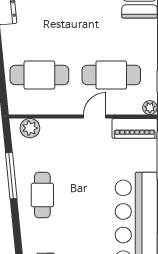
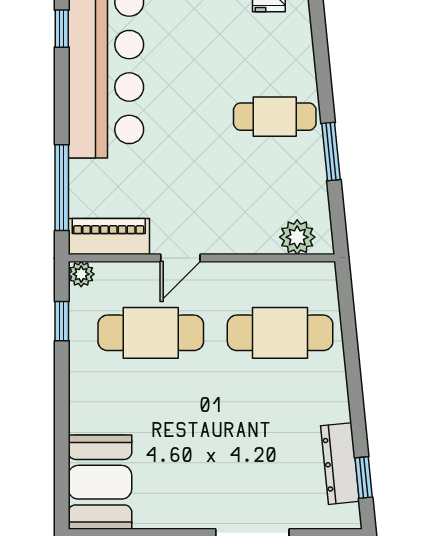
window: (11, 176) -> (331, 152), width x0.69
cafe table: (42, 195) -> (275, 117), turned 90

